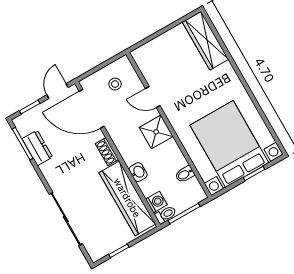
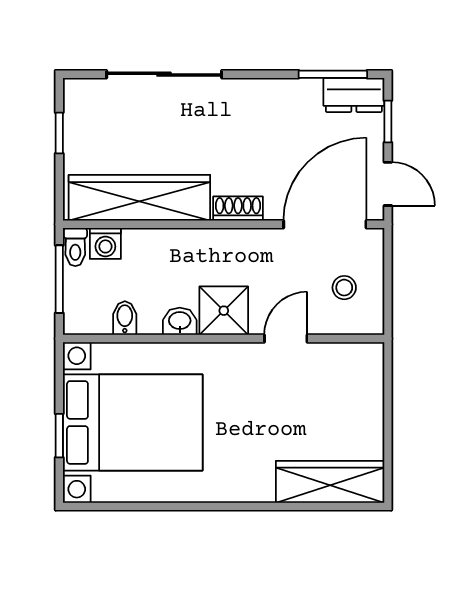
dresser: (37, 148) -> (354, 95), moved
washbasin: (138, 172) -> (180, 321), moved, turned 180

